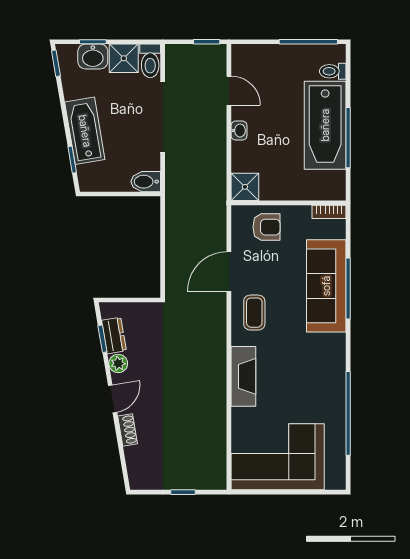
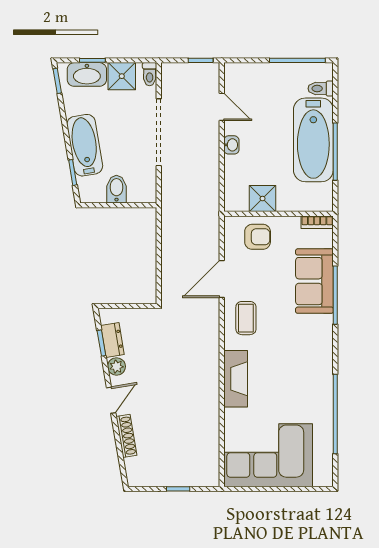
washbasin: (93, 56) -> (87, 74), width x1.38
toilet: (150, 61) -> (150, 74), width x0.73, depth x0.72
bidet: (146, 182) -> (116, 189), moved, turned 90
shower: (245, 187) -> (263, 199), moved
sofa: (326, 286) -> (314, 281), width x0.73
shoe rack: (128, 430) -> (126, 436), width x1.43

